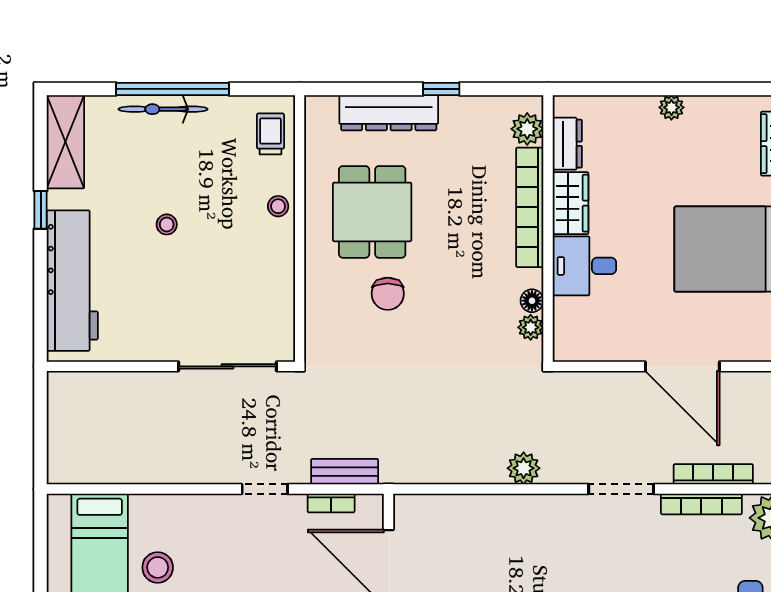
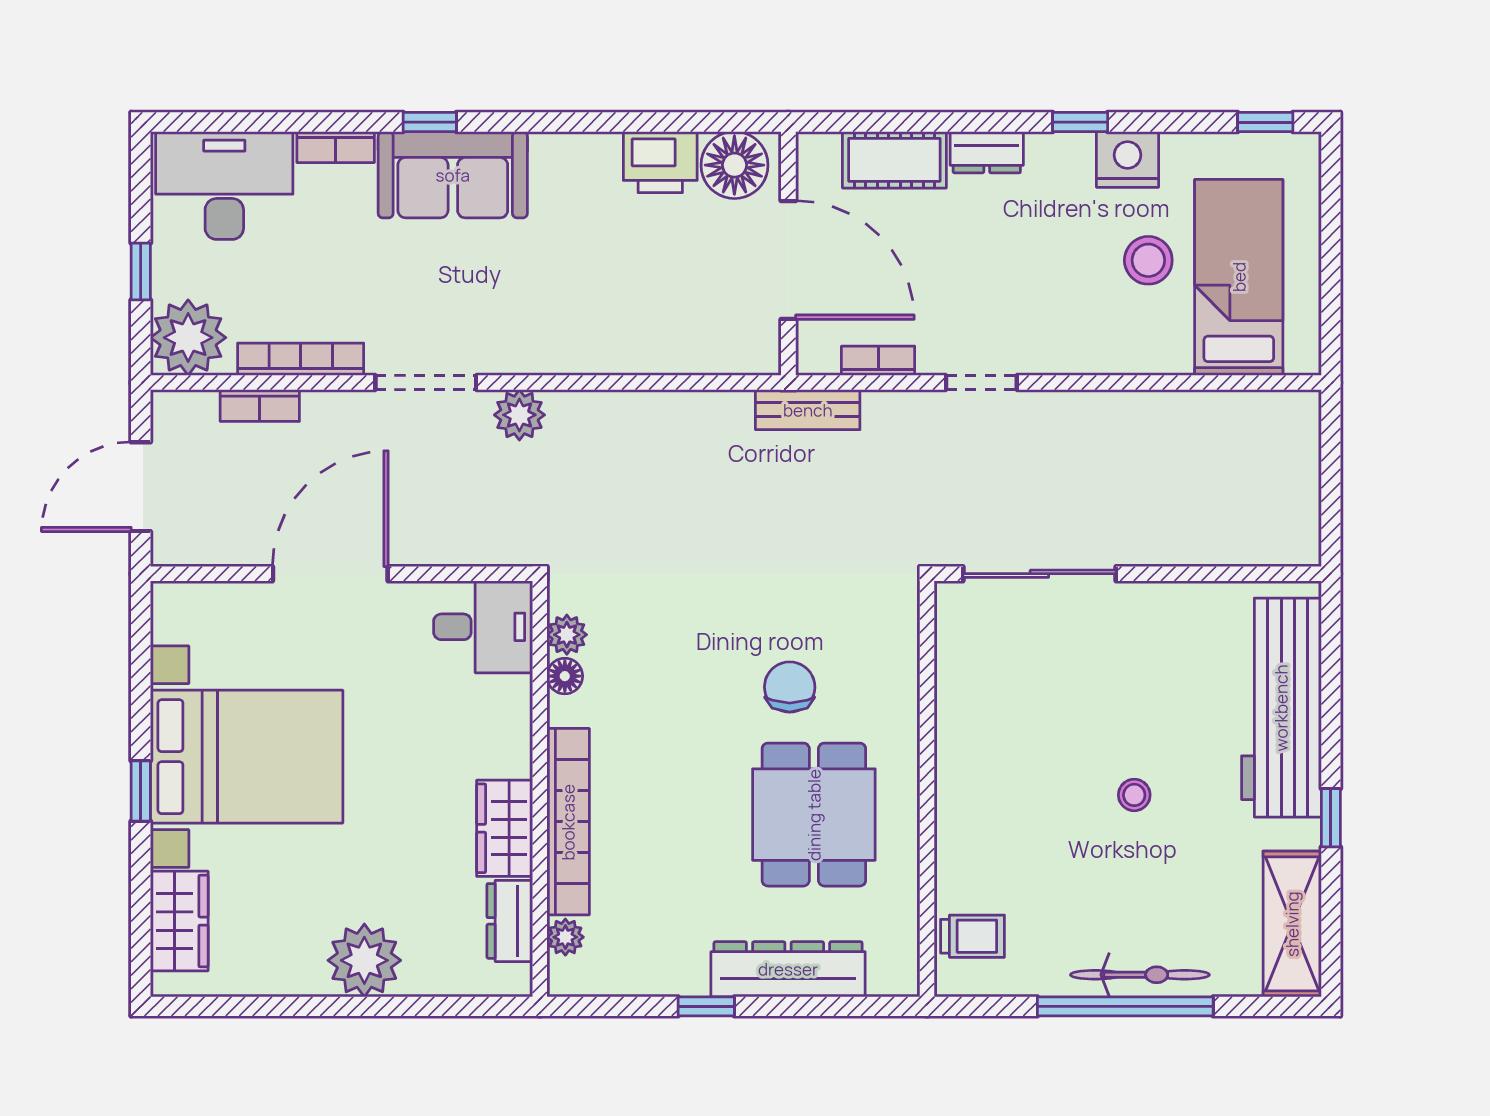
plant: (671, 107) -> (364, 960), width x1.87, depth x1.87
plant: (527, 129) -> (565, 937), width x0.73, depth x0.73
trolley: (270, 134) -> (972, 936), turned -90
stool: (278, 206) -> (961, 823), removed
desk: (584, 266) -> (483, 627), moved
door: (682, 366) -> (330, 574), hinge flipped
plant: (524, 468) -> (519, 415), moved
bench: (345, 472) -> (808, 410), moved
bookcase: (713, 474) -> (260, 406), width x0.64

